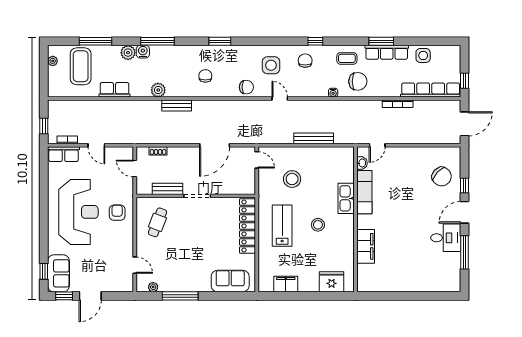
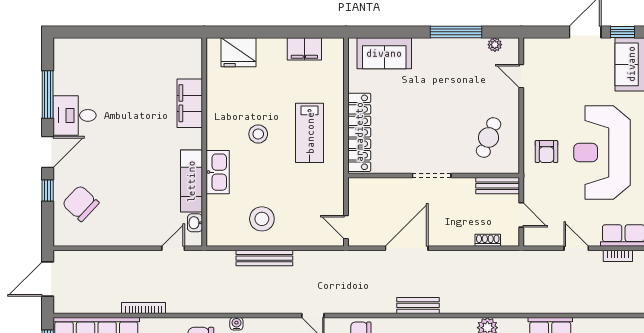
bench: (177, 105) -> (418, 305), moved
stool: (292, 179) -> (262, 219), moved
bench: (168, 189) -> (498, 186), moved

